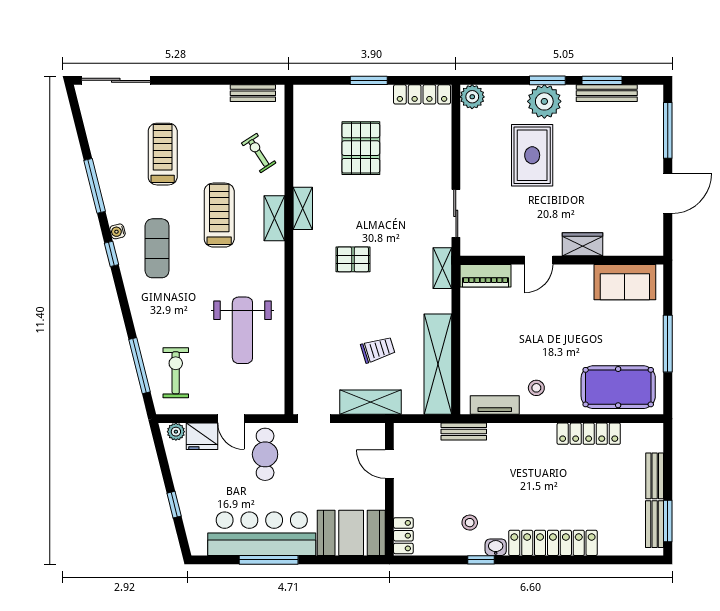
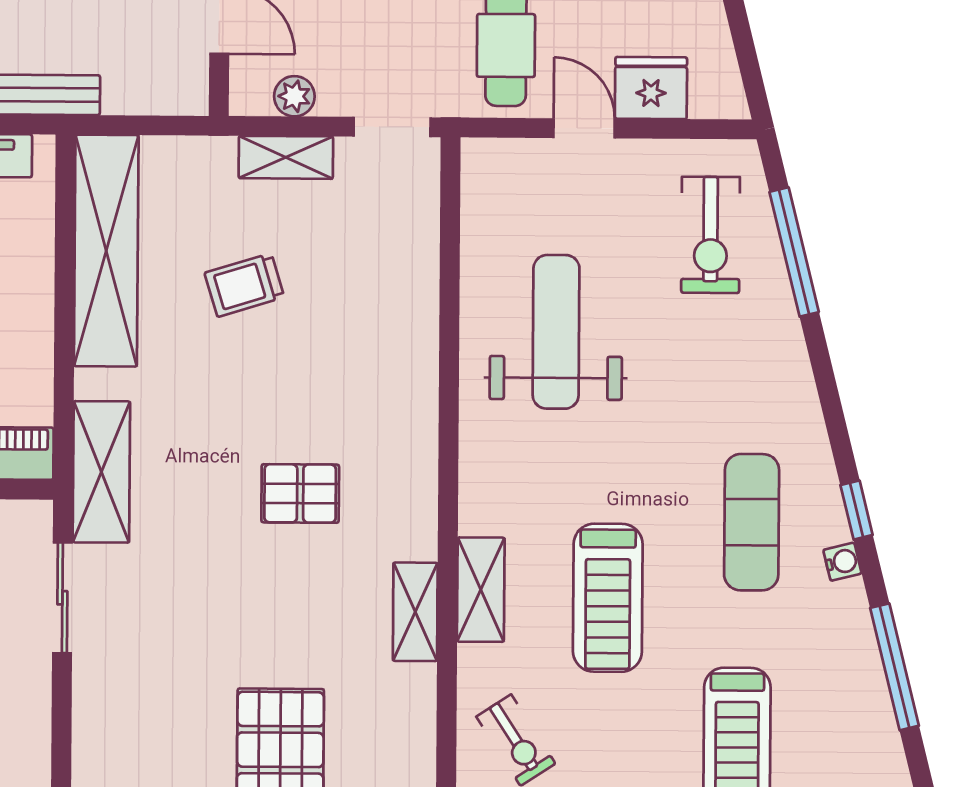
shelving: (442, 268) -> (101, 472), width x1.50, depth x1.33
shelving: (370, 402) -> (286, 157), width x0.67, depth x0.75
plant: (176, 432) -> (294, 96), moved

